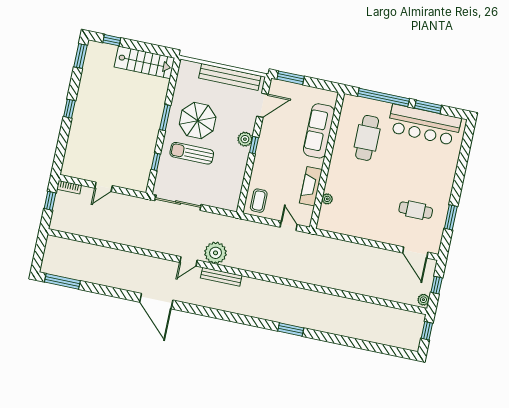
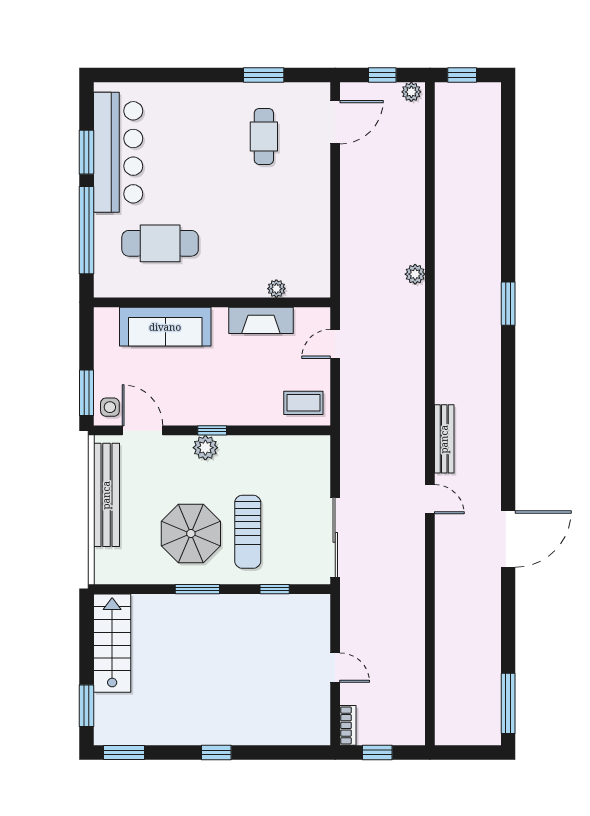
window: (112, 40) -> (86, 706), width x1.50
side table: (280, 90) -> (110, 407), added
plant: (216, 253) -> (415, 274), moved, width x0.53, depth x0.53

